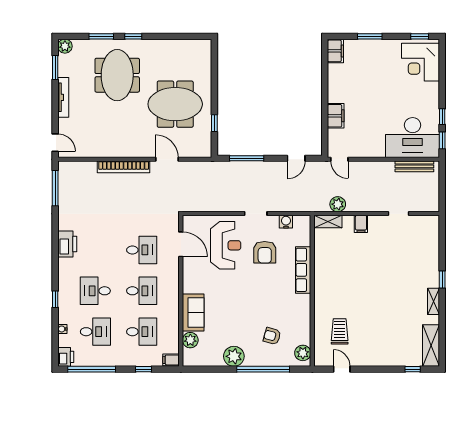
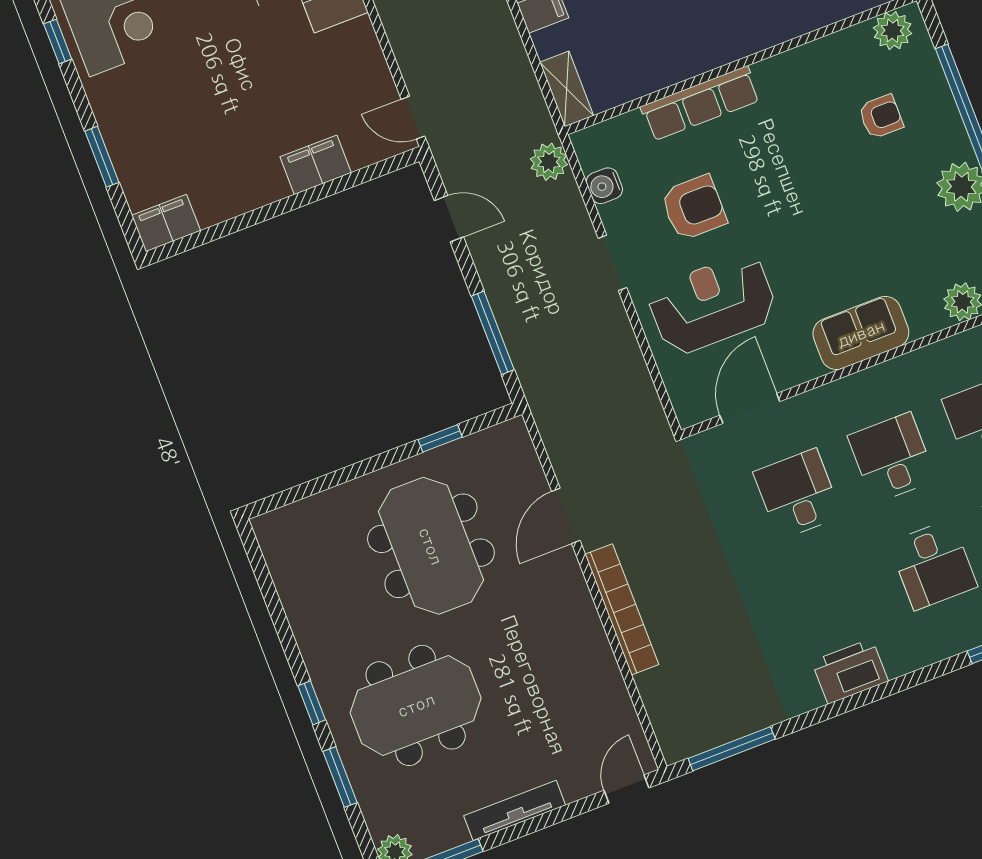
door: (339, 159) -> (413, 118), swing flipped
plant: (338, 204) -> (549, 162), moved
sofa: (193, 313) -> (861, 333), moved
armchair: (272, 336) -> (881, 117), turned -106

